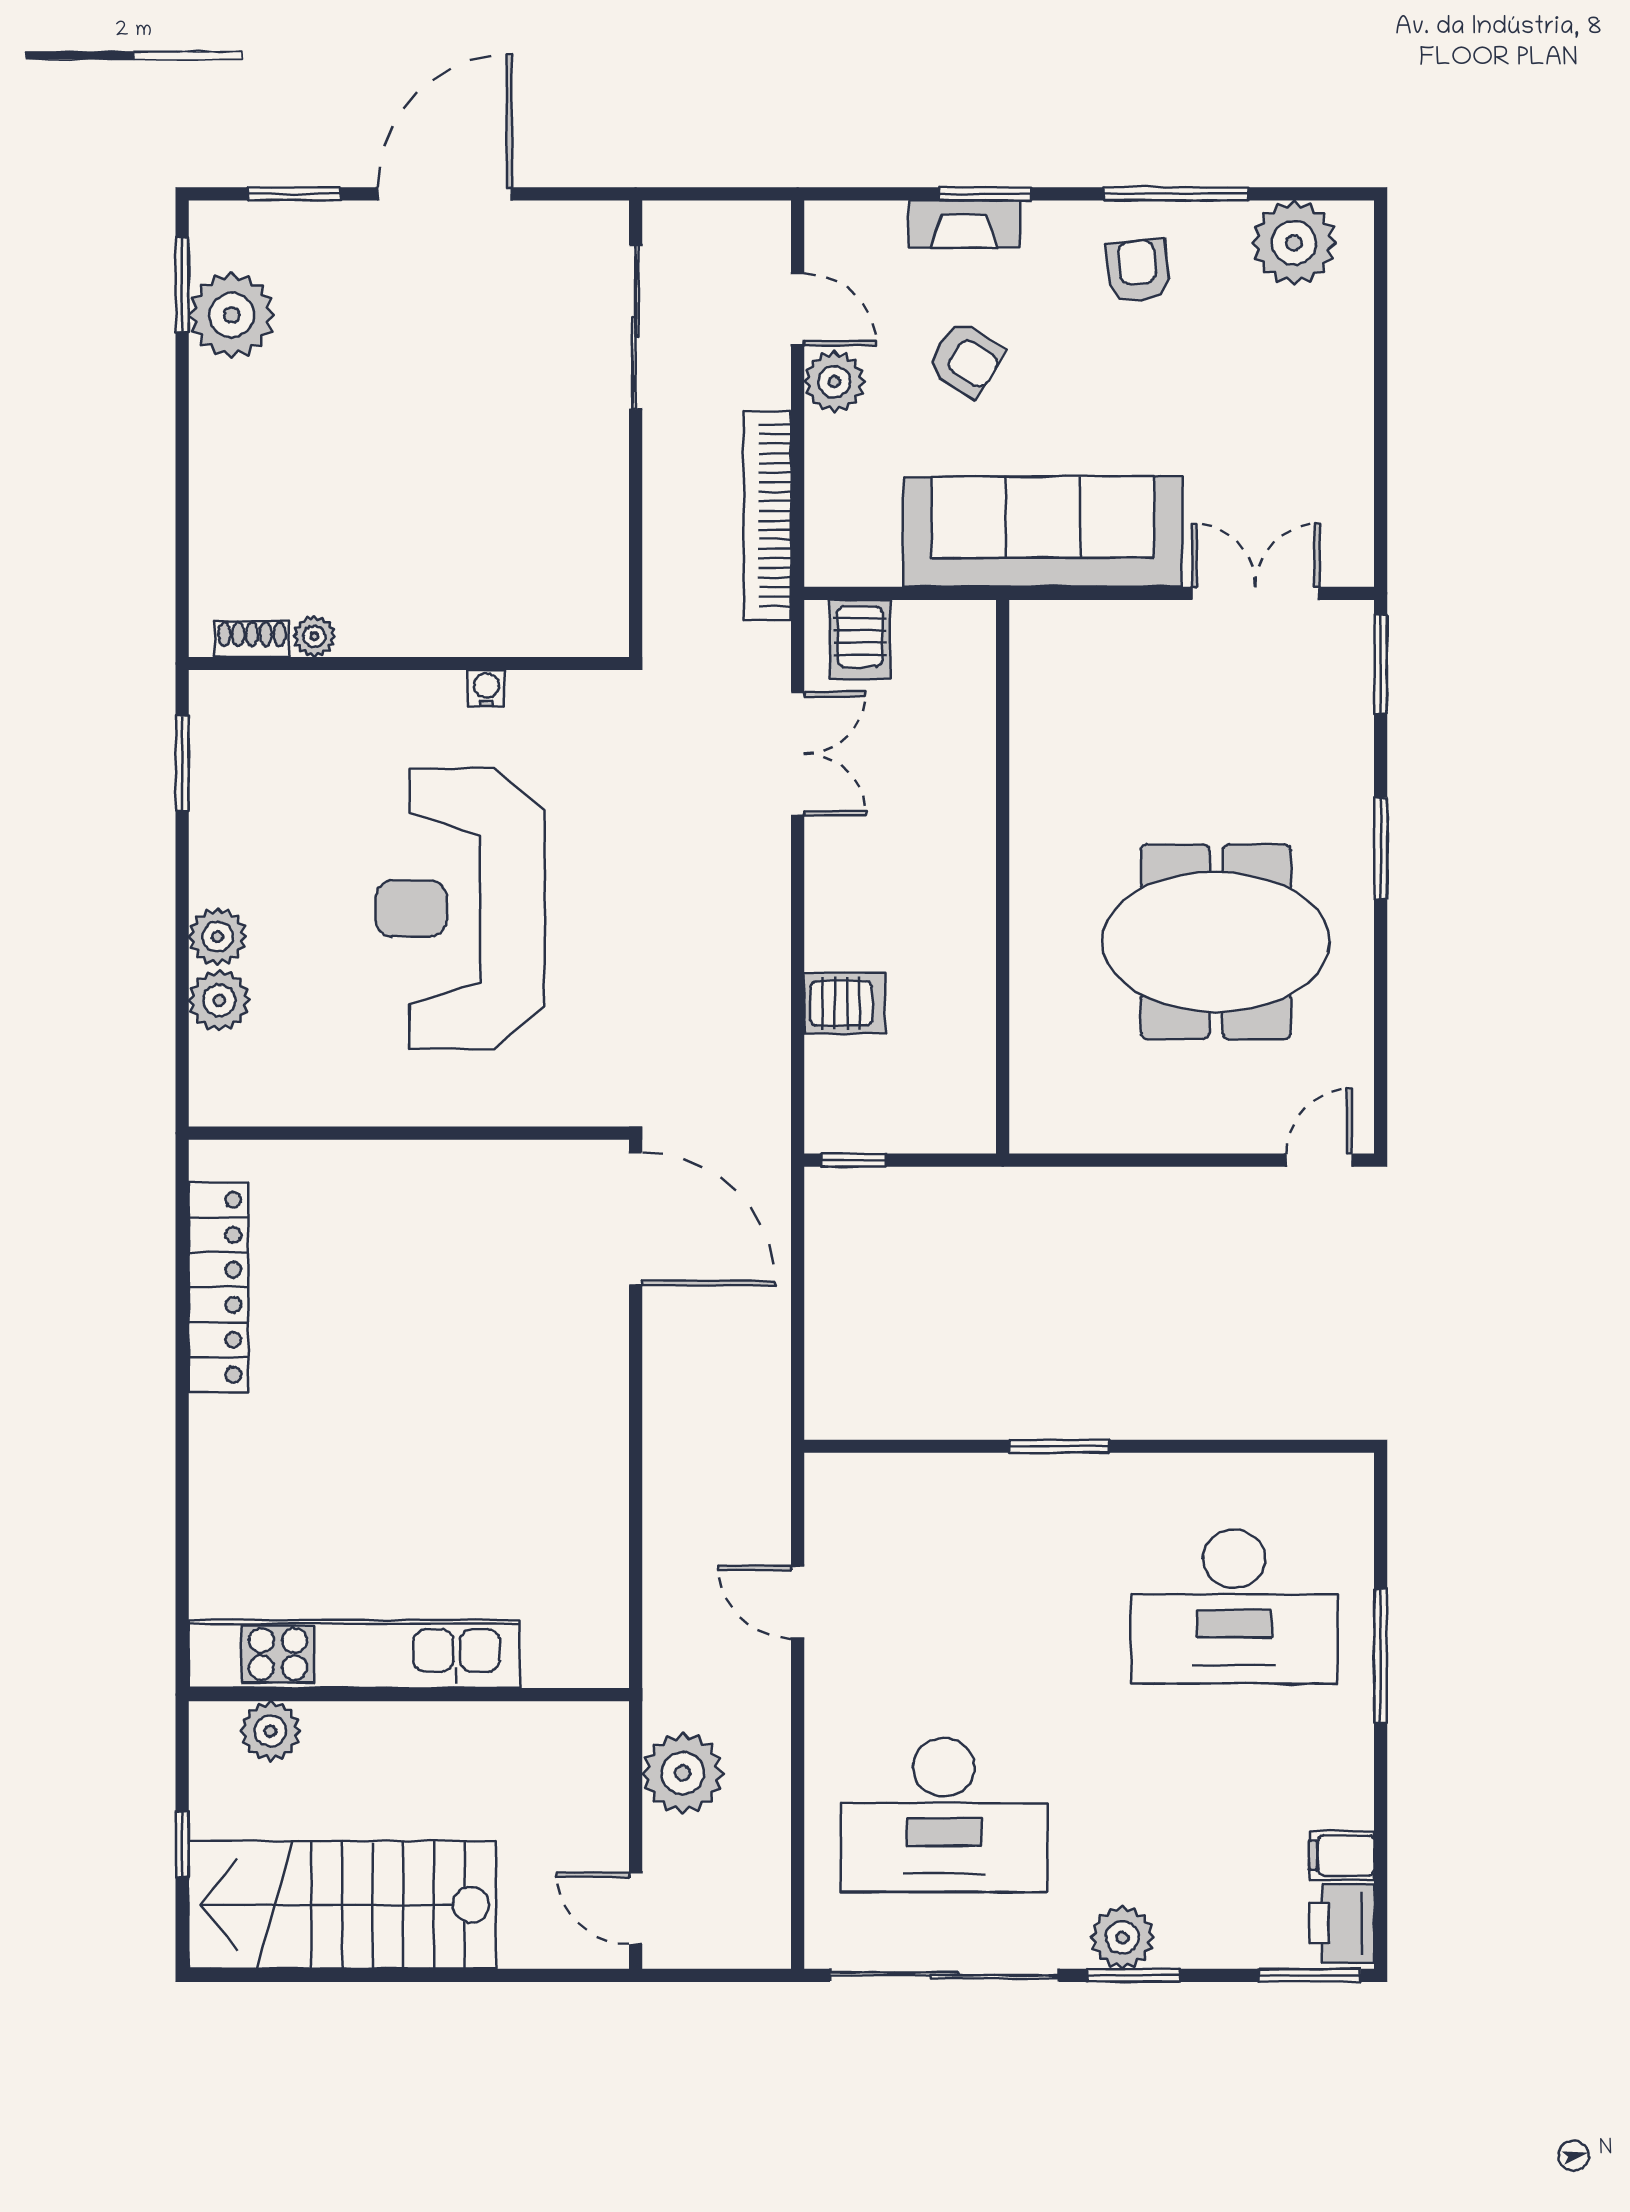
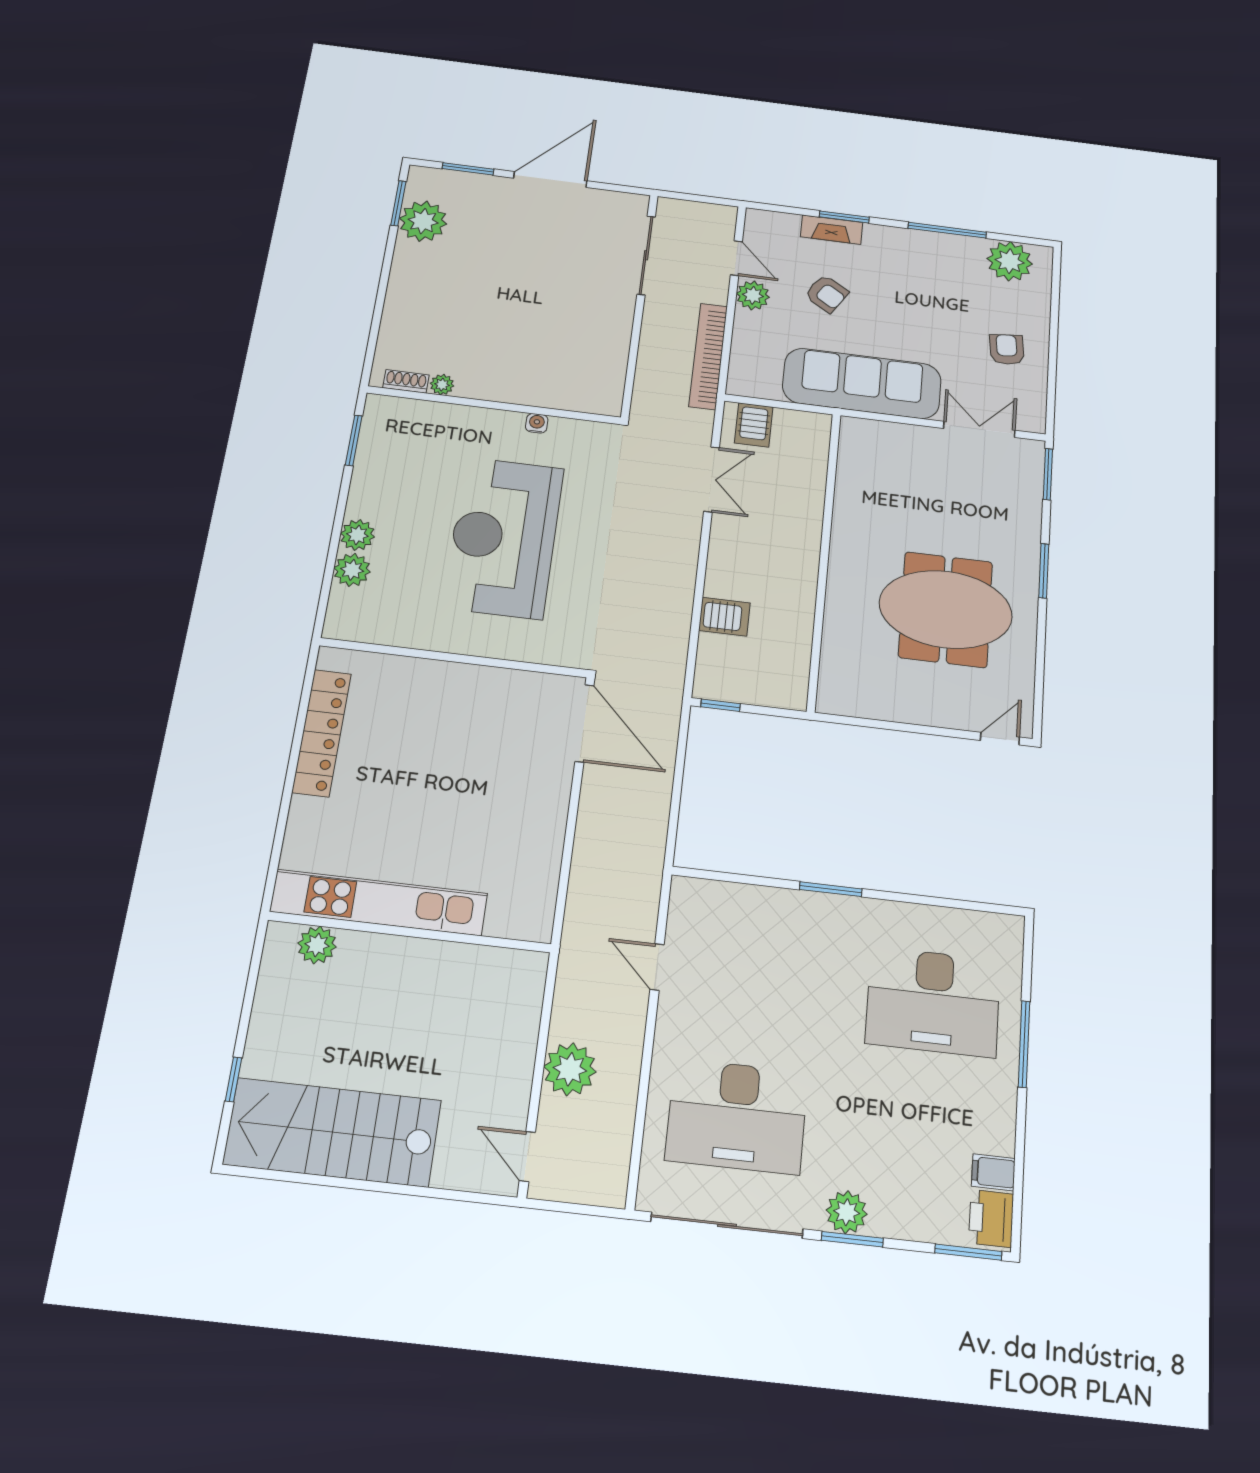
armchair: (1138, 271) -> (1007, 349), moved
kitchen unit: (354, 1654) -> (379, 903), moved
wall: (409, 1695) -> (410, 932), moved
plant: (270, 1731) -> (317, 945), moved

